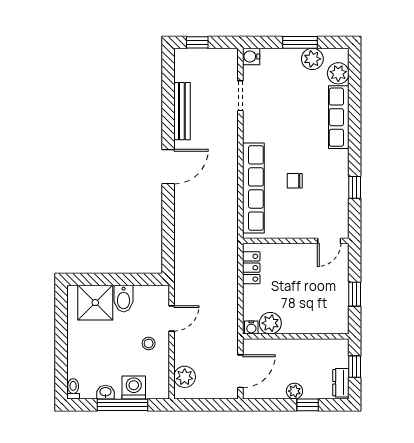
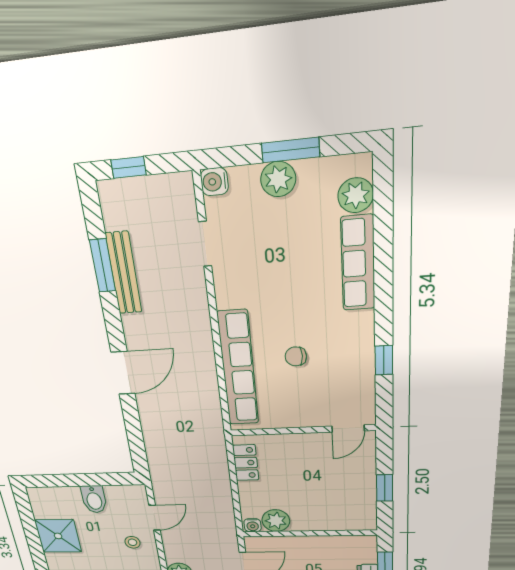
plant: (312, 59) -> (278, 179), moved
window: (168, 105) -> (103, 266), added
door: (168, 167) -> (123, 373), moved
shower: (95, 303) -> (58, 536), moved

